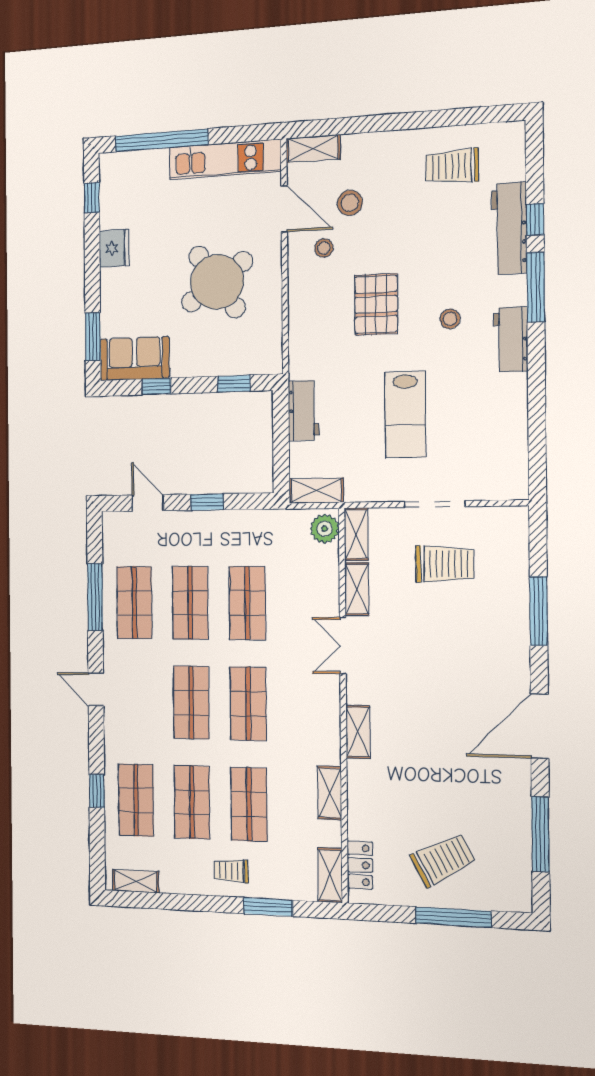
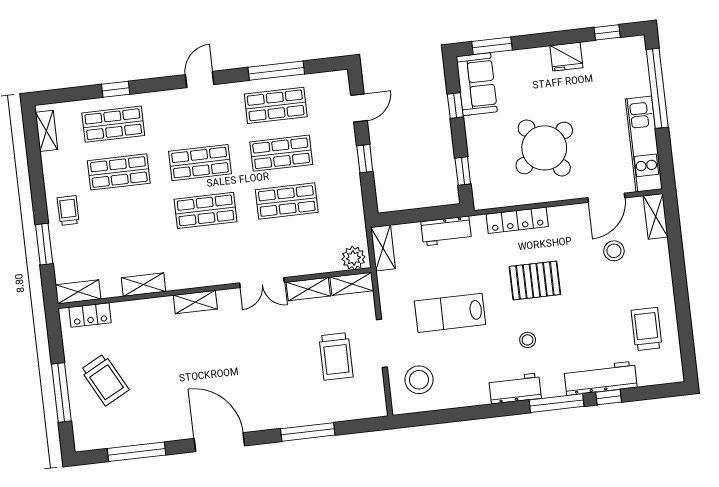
stool: (324, 248) -> (419, 380), moved, width x1.89, depth x1.89
locker: (300, 321) -> (517, 220), added
double door: (343, 646) -> (262, 283), swing flipped
shop shelf: (249, 804) -> (124, 220), removed

